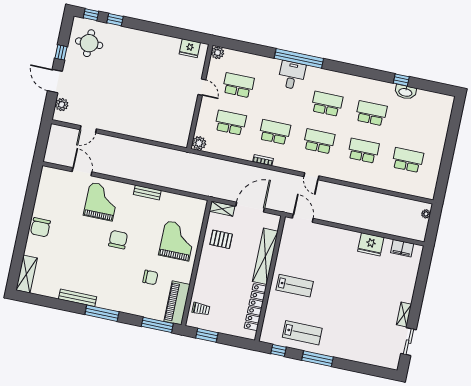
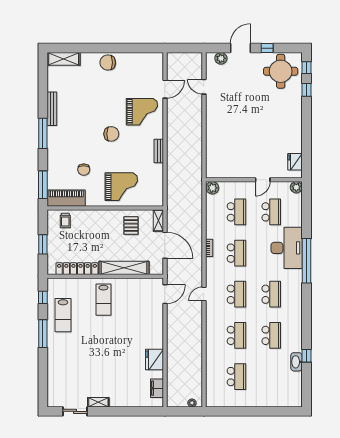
round table: (89, 43) -> (281, 71), width x1.36, depth x1.36
desk: (292, 75) -> (287, 248), width x1.87, depth x1.30
window: (207, 335) -> (43, 244), moved

